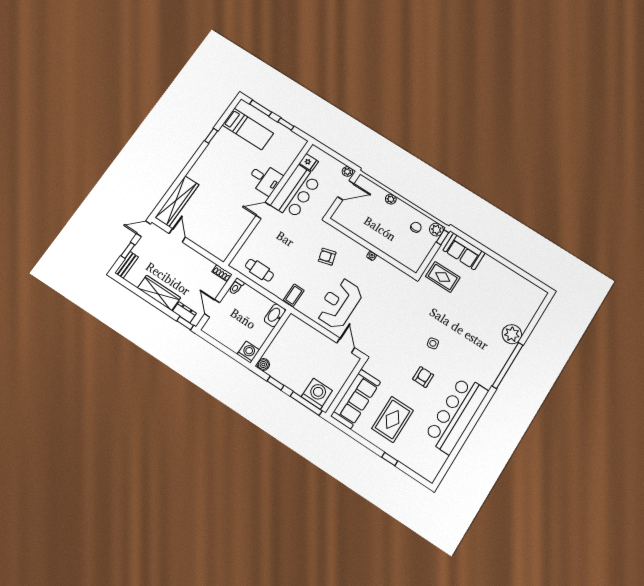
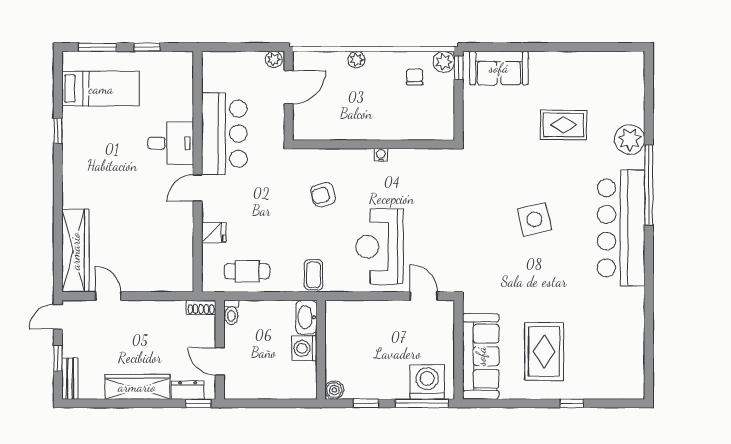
fridge: (309, 162) -> (214, 233), moved
rug: (443, 277) -> (563, 125), moved
side table: (433, 343) -> (534, 219), width x1.87, depth x1.87
washing machine: (248, 352) -> (304, 348), moved, turned -90
armchair: (423, 377) -> (549, 271), removed
bar counter: (456, 414) -> (621, 228), moved

